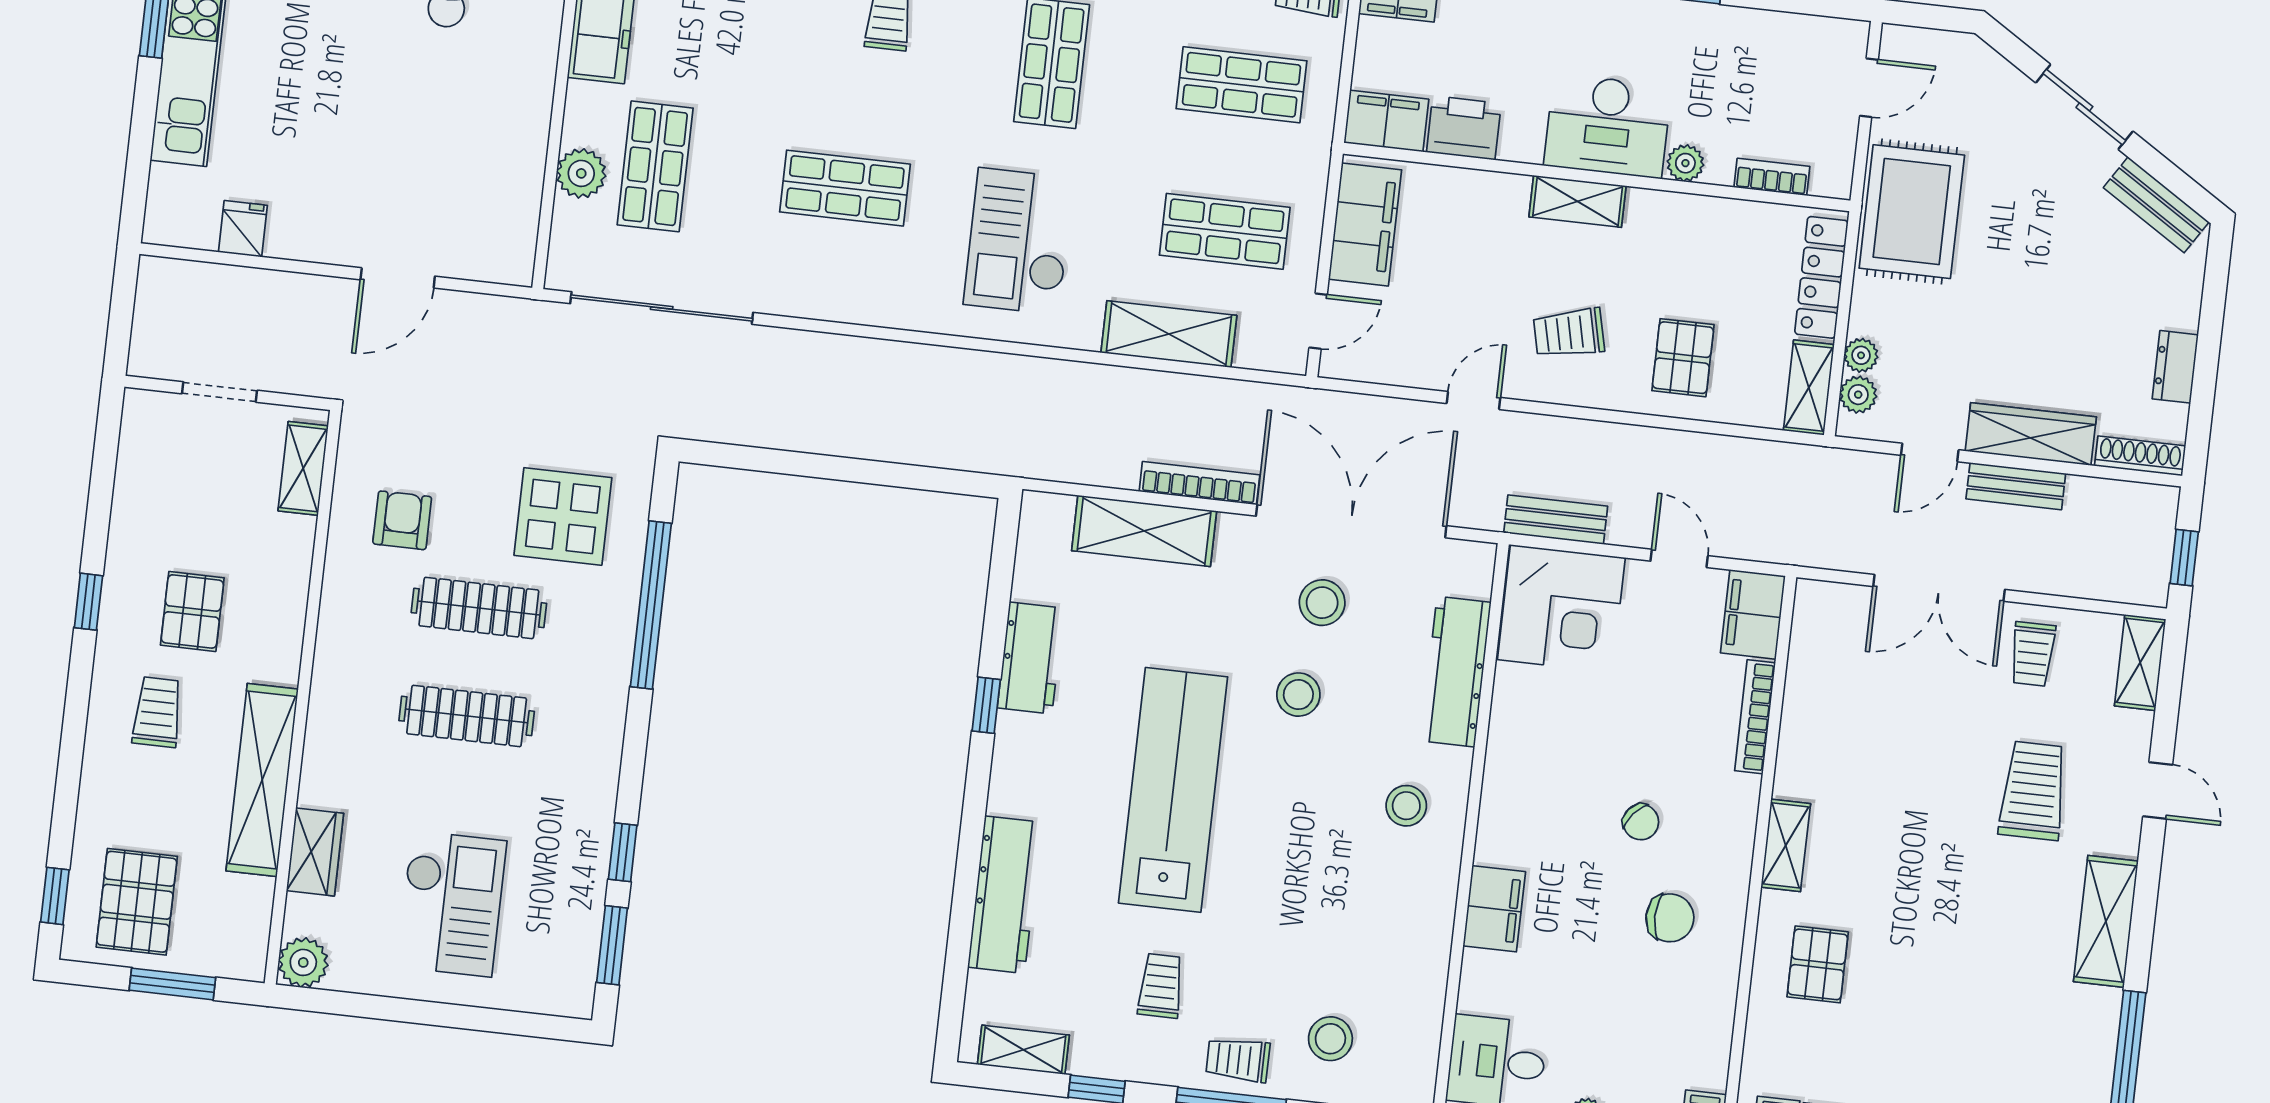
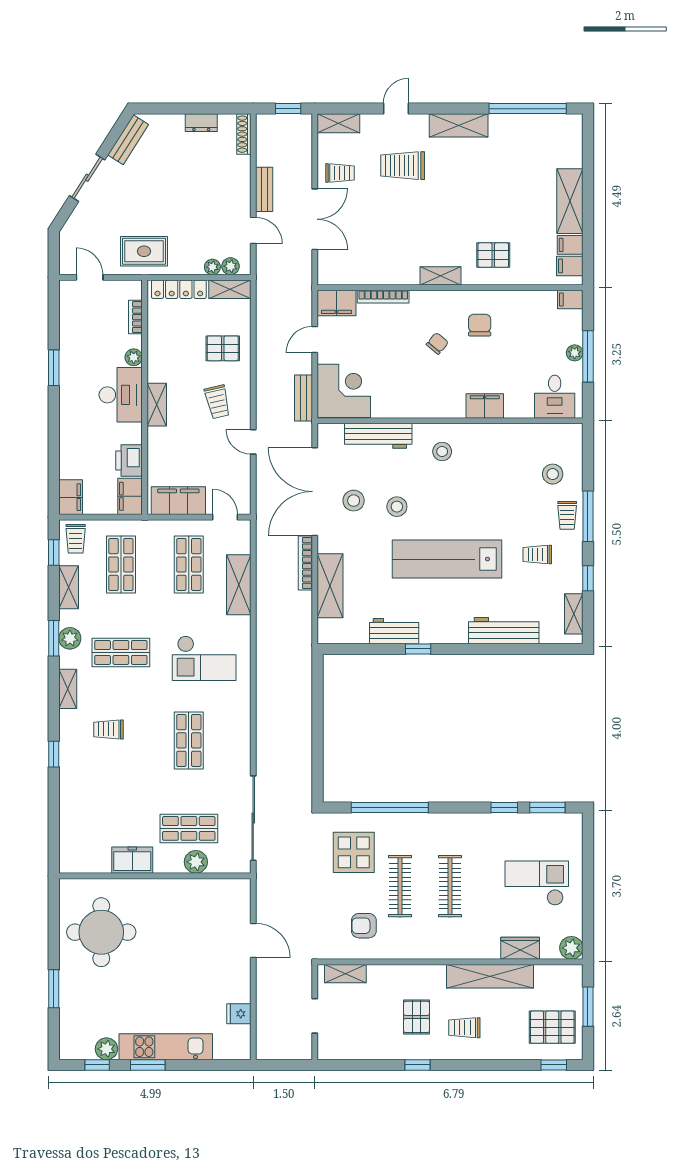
rug: (1912, 212) -> (144, 251), width x0.73, depth x0.70
wardrobe: (2031, 434) -> (240, 185), removed
pallet: (192, 611) -> (417, 1017), turned 90

